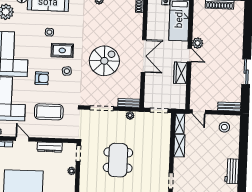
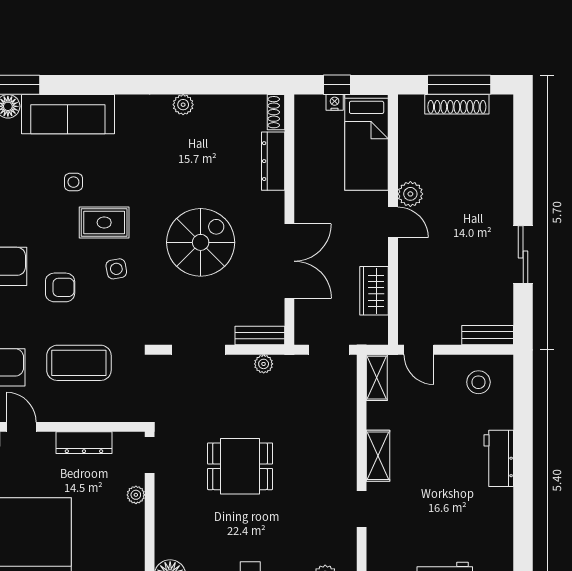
dresser: (138, 26) -> (273, 161), added
double door: (144, 56) -> (289, 261), moved
wardrobe: (180, 73) -> (374, 291), moved
shelving: (179, 146) -> (378, 456), moved
dining table: (118, 160) -> (240, 466), width x0.73
workbench: (232, 171) -> (499, 458), moved

